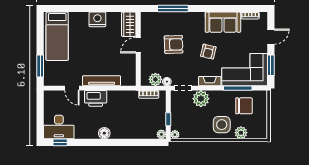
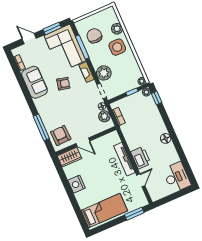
armchair: (174, 44) -> (61, 135), moved
window: (60, 142) -> (157, 98), moved

